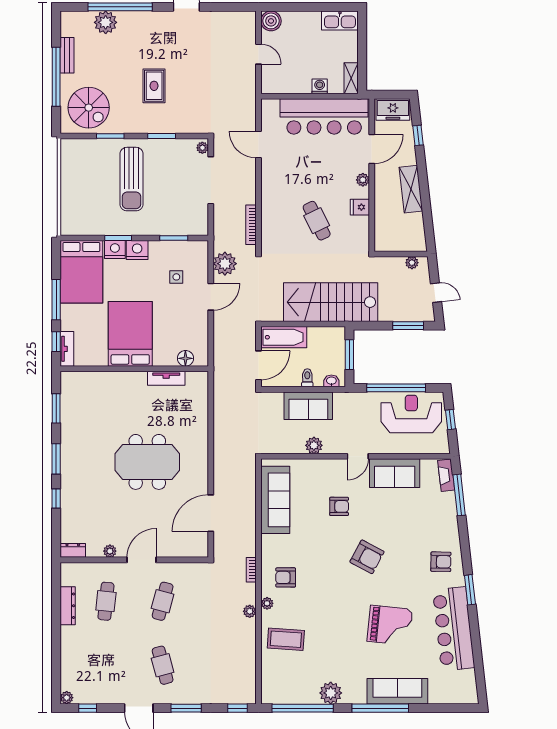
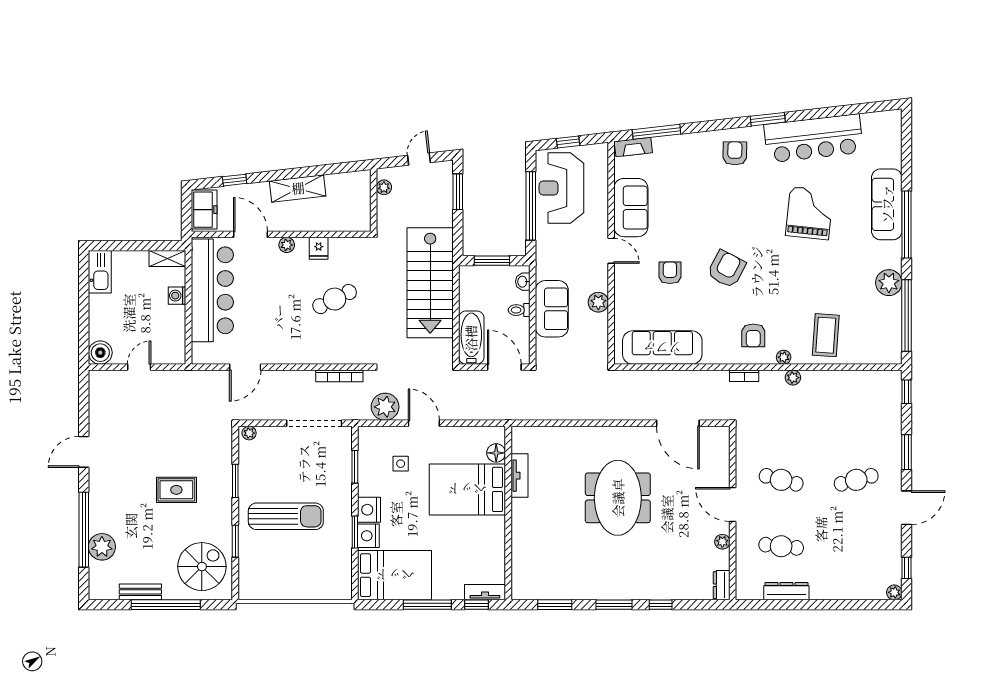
doorway: (211, 180) -> (314, 423), moved
bed: (130, 334) -> (467, 489), moved
armchair: (367, 557) -> (726, 269), moved

